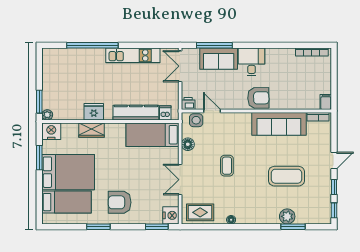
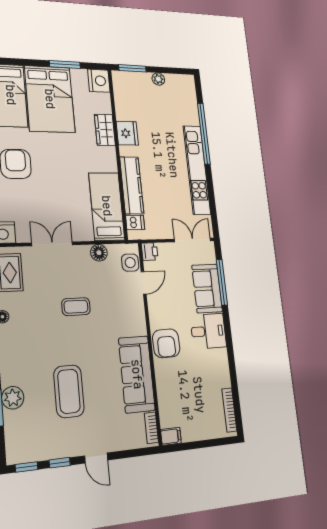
kitchen unit: (133, 55) -> (197, 170), width x1.36
plant: (47, 115) -> (158, 79), moved

